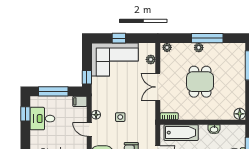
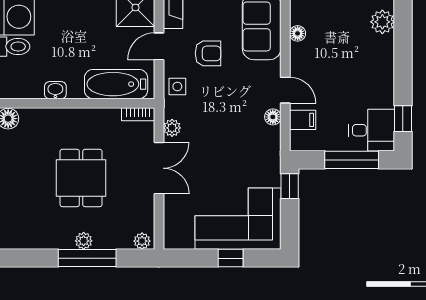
window: (207, 38) -> (87, 258), moved
plant: (151, 59) -> (172, 128), moved
filing cabinet: (80, 101) -> (303, 120), moved
side table: (120, 117) -> (177, 86), moved
desk: (42, 119) -> (372, 130), moved

